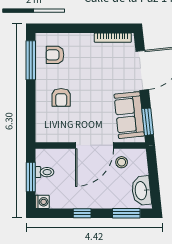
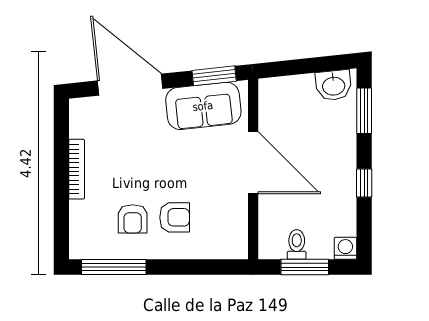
bookcase: (113, 38) -> (77, 169), moved
armchair: (55, 55) -> (133, 219), moved
stool: (122, 162) -> (280, 118), removed
washbasin: (141, 191) -> (334, 85), width x0.72

